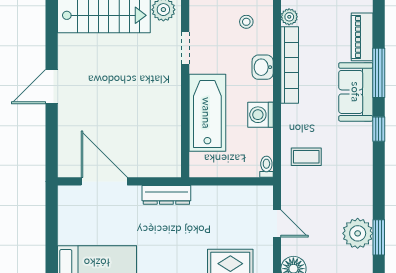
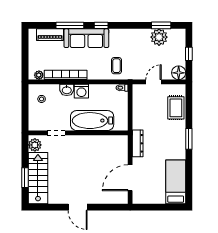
sofa: (356, 92) -> (86, 38), width x1.36
washing machine: (260, 115) -> (81, 91), moved

